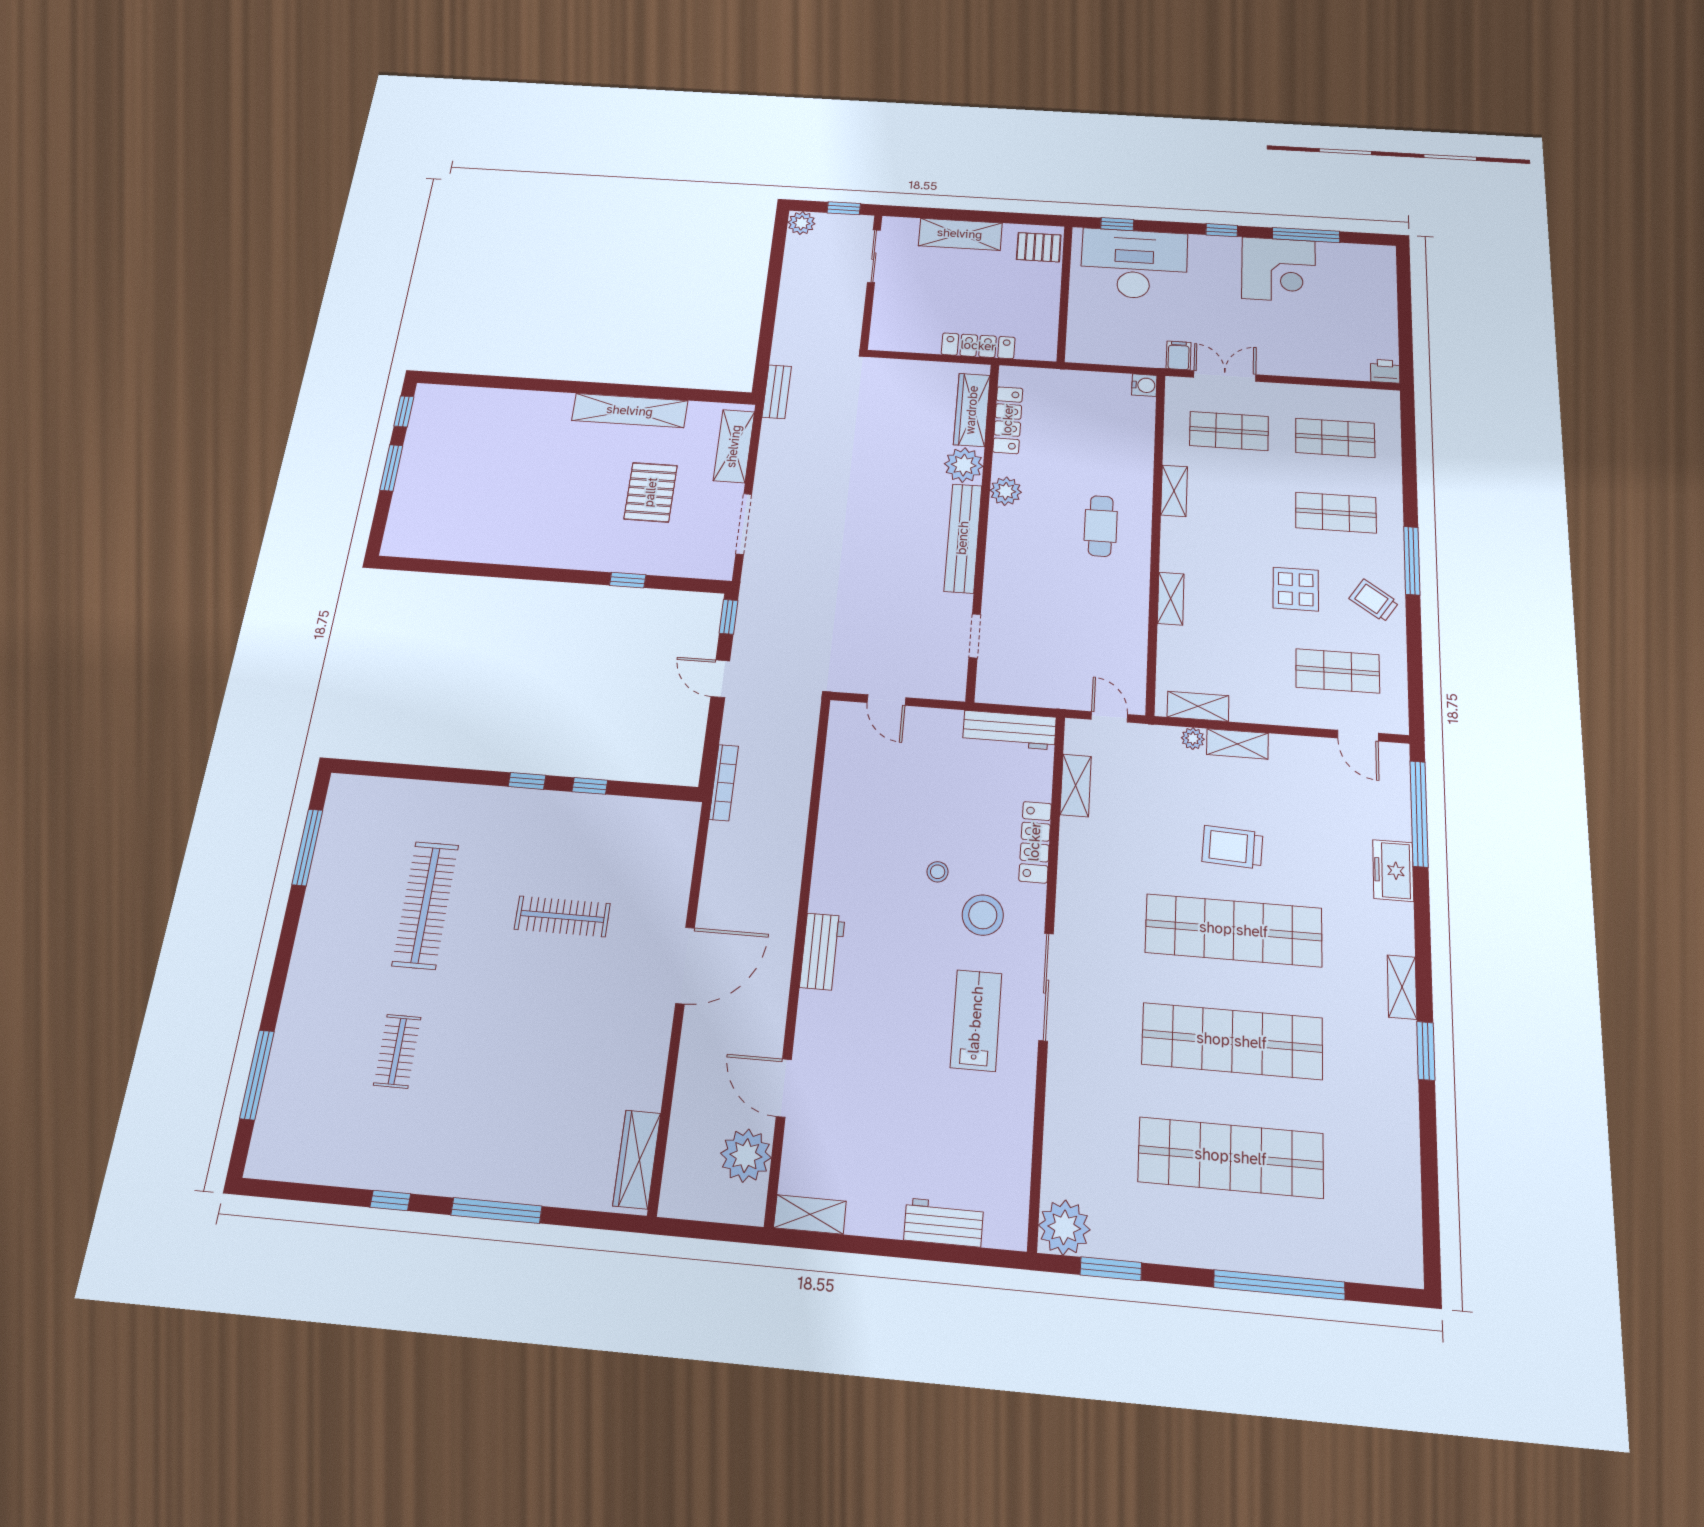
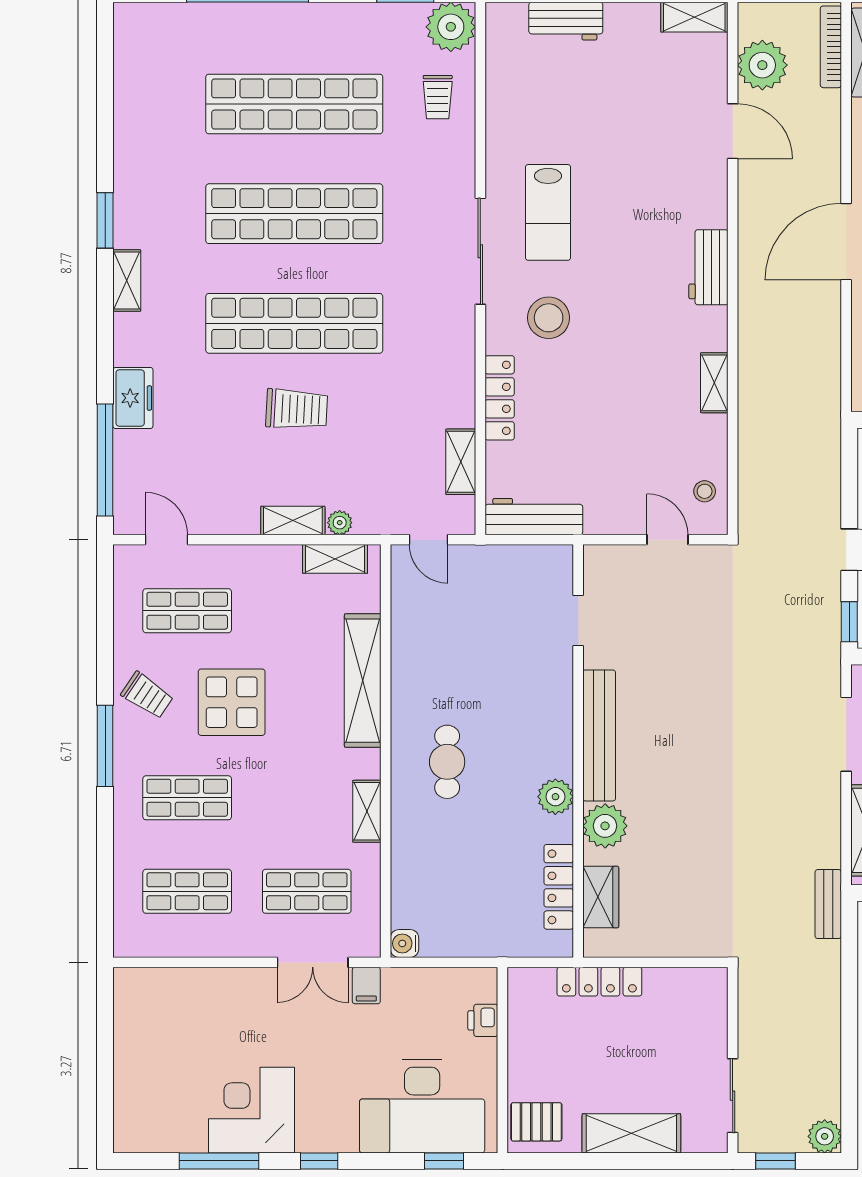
printer: (1385, 371) -> (483, 1020), moved, turned 90
wardrobe: (972, 410) -> (601, 897), width x0.67
display table: (1296, 589) -> (232, 702), width x1.36, depth x1.36
shelving: (1171, 599) -> (363, 681), width x2.20, depth x1.33
bookcase: (724, 783) -> (831, 47), moved
shelving: (828, 840) -> (714, 383), added
stool: (938, 872) -> (705, 491), moved
trolley: (1081, 1151) -> (438, 97), added

